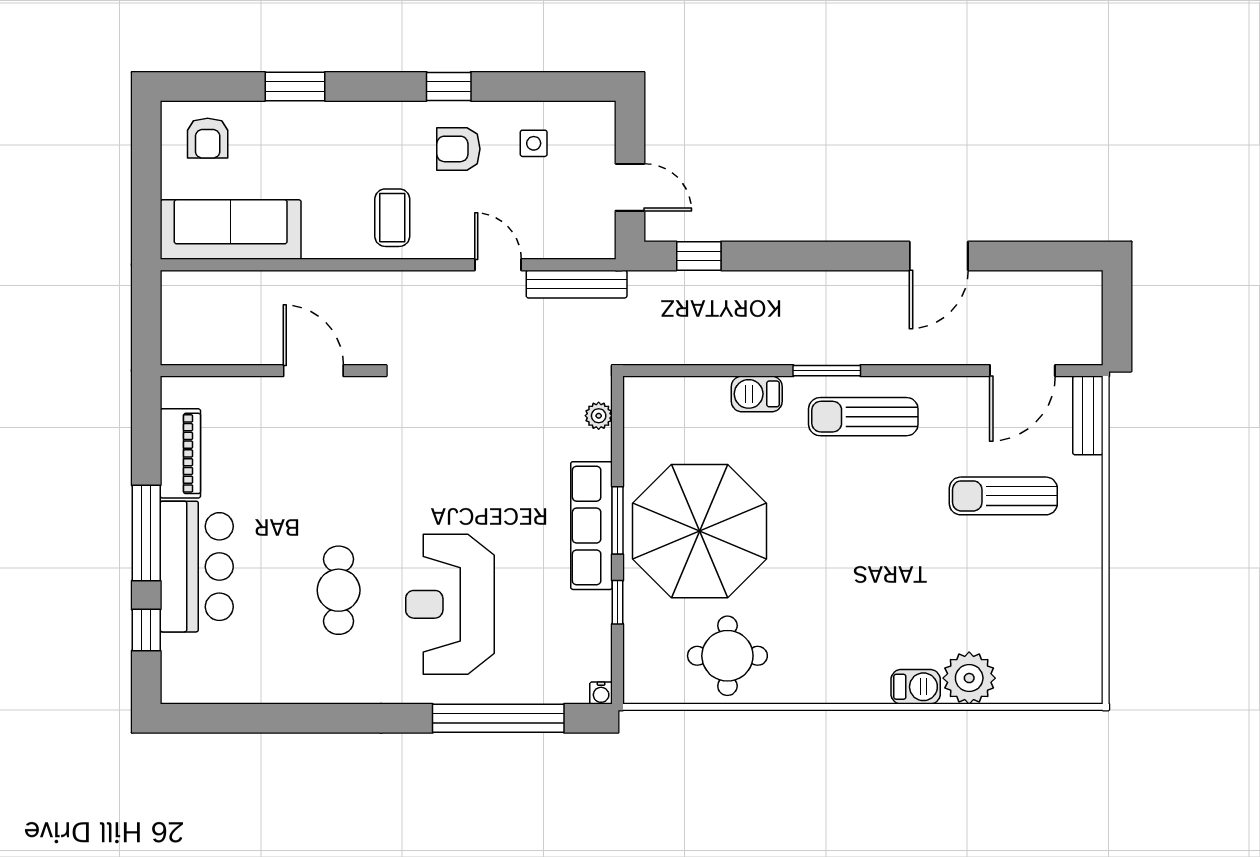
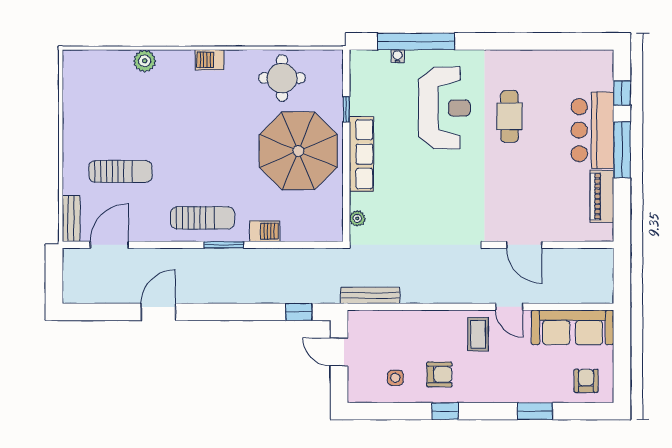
door: (498, 265) -> (509, 307), moved
window: (618, 520) -> (346, 157), removed
plant: (969, 678) -> (145, 61), width x0.73, depth x0.73
barbecue: (916, 687) -> (209, 60), moved
water cooler: (601, 693) -> (398, 56), moved

